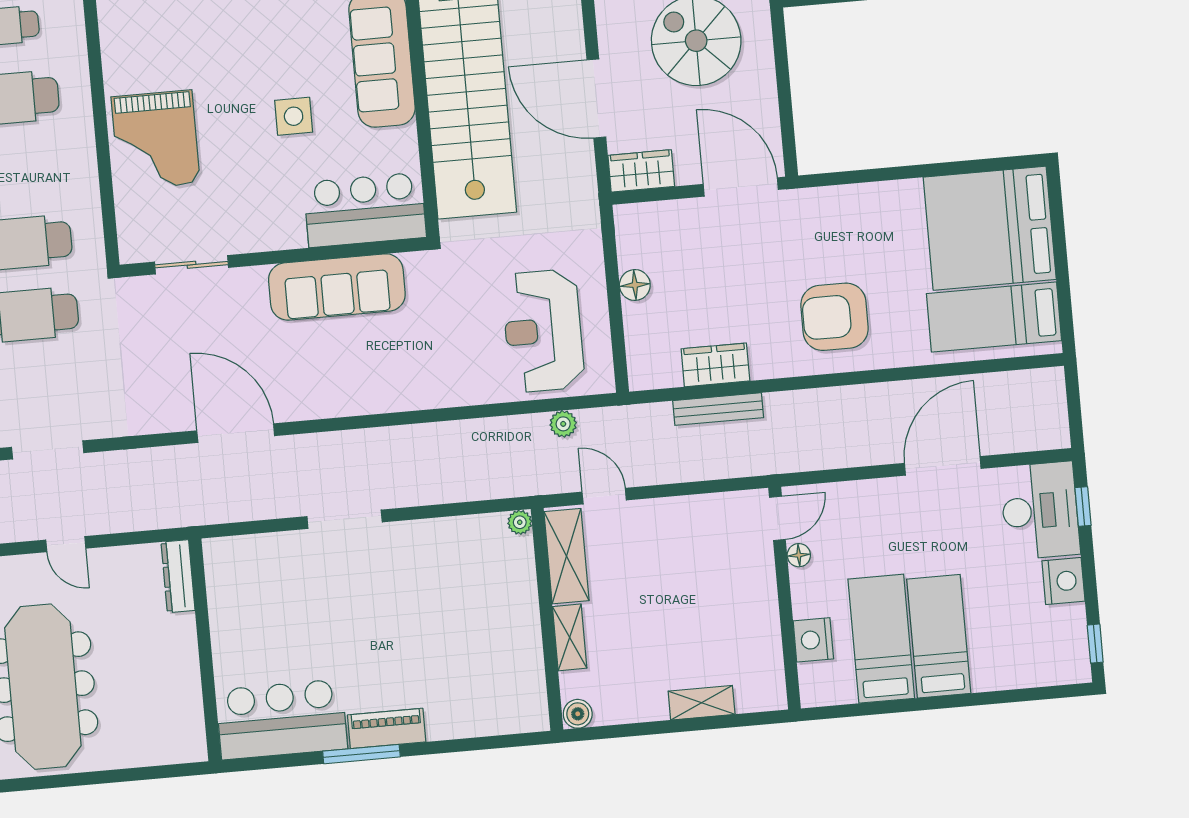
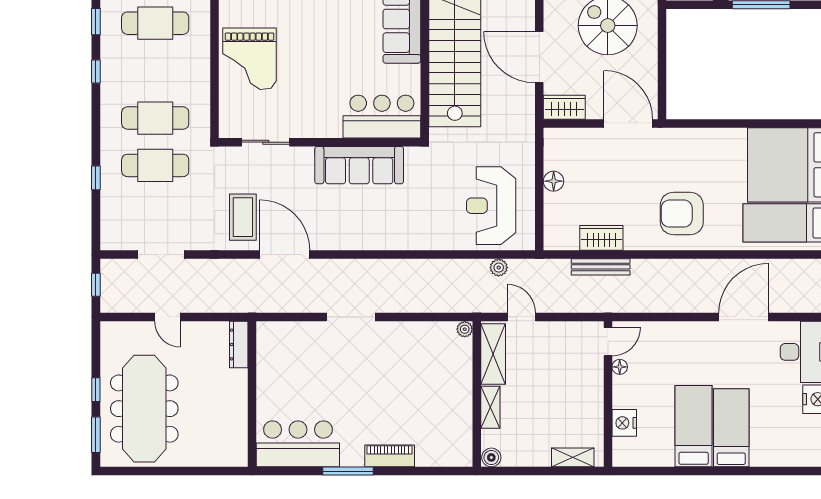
side table: (294, 116) -> (341, 51), removed
coffee table: (167, 382) -> (243, 217), added
door: (777, 518) -> (608, 342), moved
floor lamp: (799, 555) -> (620, 367), moved
wall: (785, 598) -> (608, 394), moved
nightstand: (813, 640) -> (624, 423), moved
piano: (387, 728) -> (390, 456), moved

